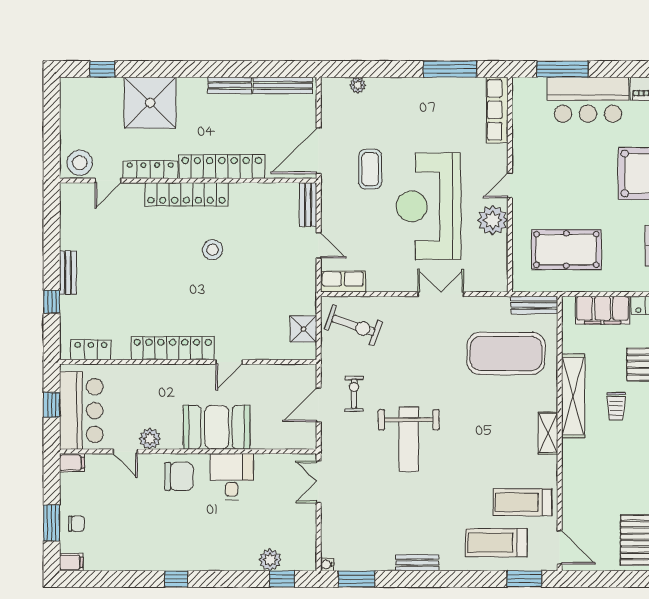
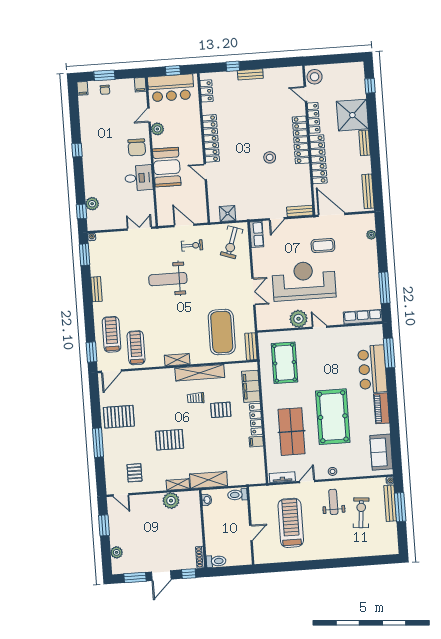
bench: (230, 85) -> (365, 143), moved

